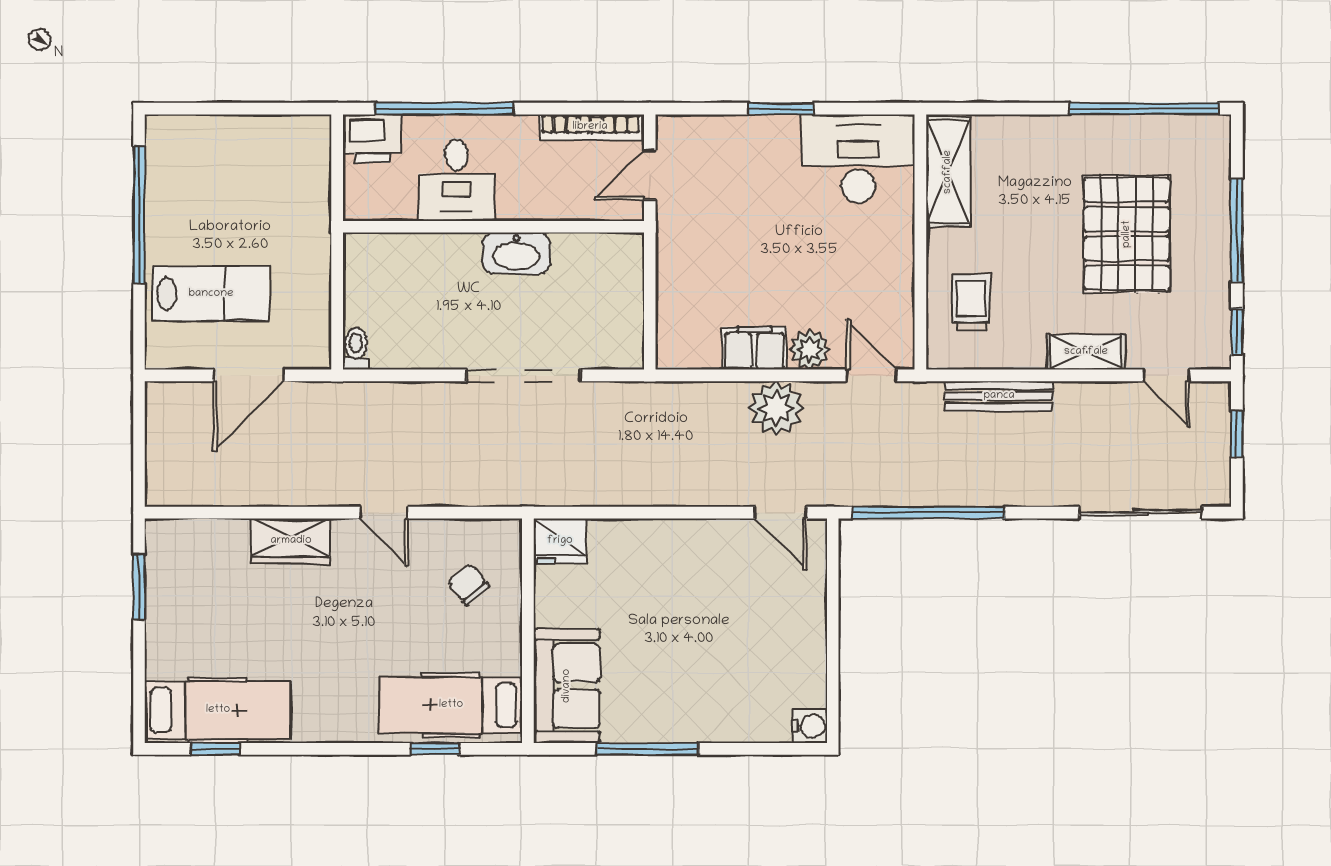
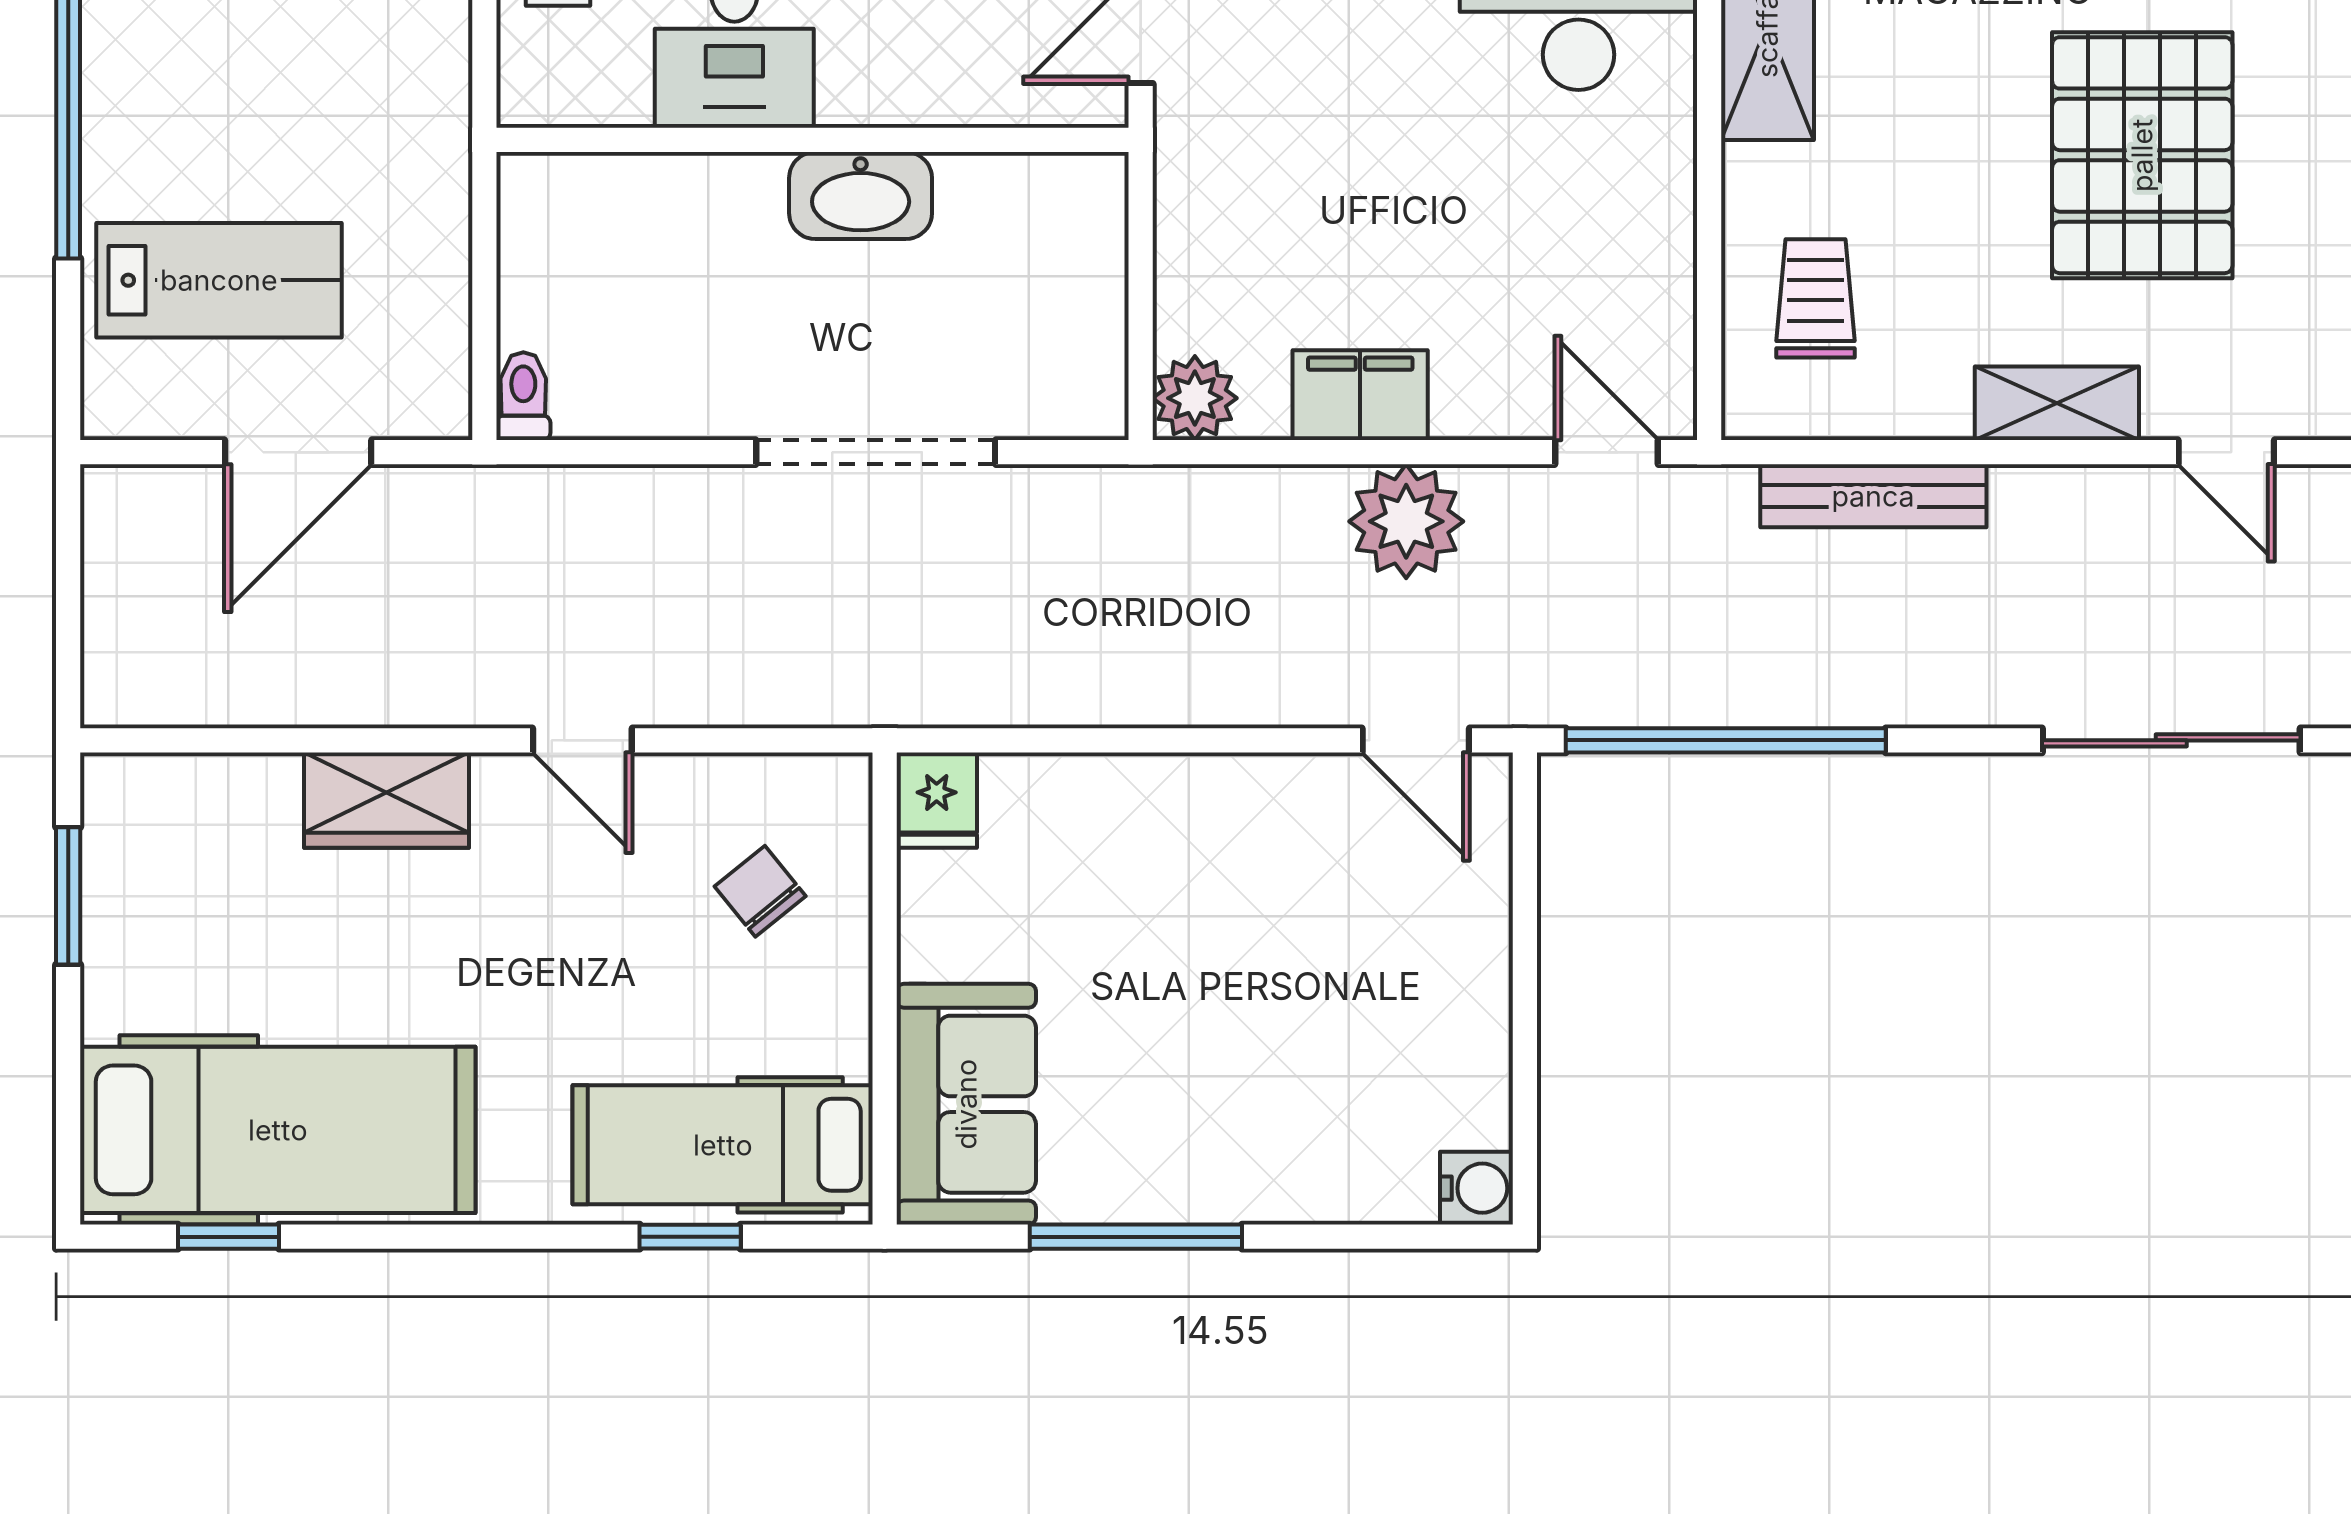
plant: (810, 350) -> (1195, 398), moved
fridge: (560, 541) -> (937, 800), width x0.72
hospital bed: (218, 710) -> (278, 1130), width x1.37, depth x1.29

